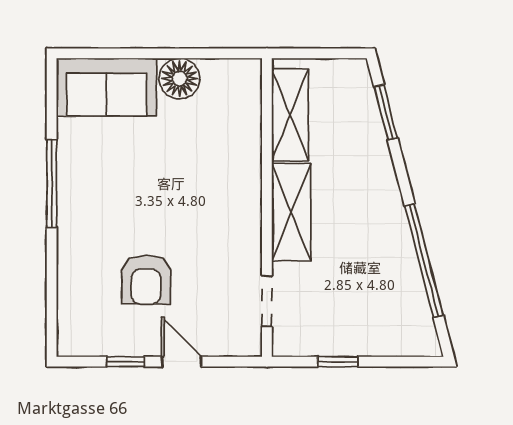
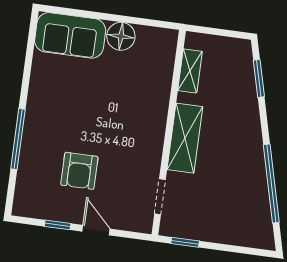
shelving: (290, 115) -> (190, 71), width x0.67, depth x0.75
window: (52, 183) -> (18, 139), moved
window: (338, 362) -> (185, 242), moved

